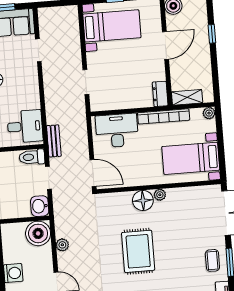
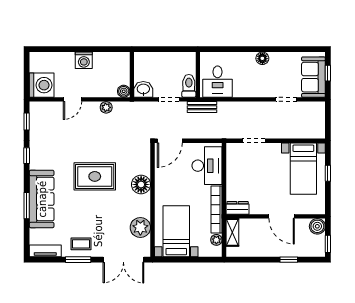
plant: (209, 113) -> (216, 240), moved
plant: (160, 195) -> (140, 227), moved, width x1.87, depth x1.87
boiler: (38, 233) -> (124, 91), width x0.54, depth x0.54

